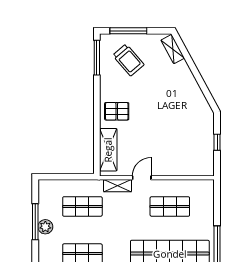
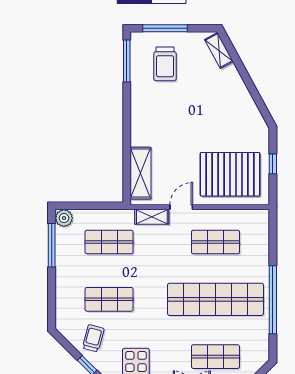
trolley: (128, 60) -> (165, 64), turned 41
pallet: (117, 111) -> (230, 174), moved, width x2.05, depth x2.00
window: (35, 222) -> (52, 245), moved
plant: (45, 227) -> (64, 218), moved

